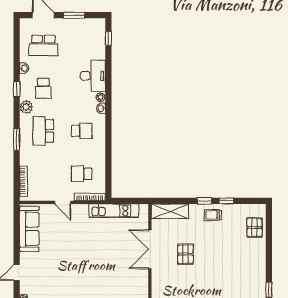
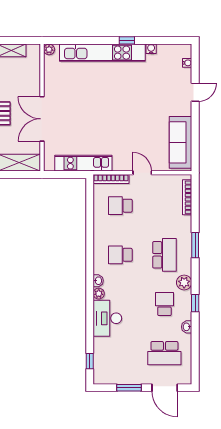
school desk: (43, 45) -> (164, 353), turned 180
school desk: (82, 174) -> (120, 206), turned 180
double door: (150, 249) -> (42, 119), swing flipped

